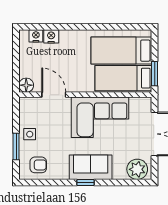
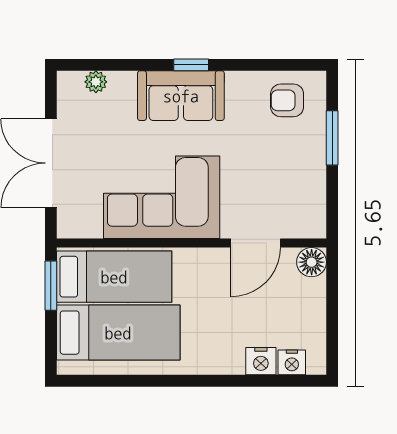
door: (54, 95) -> (256, 243), hinge flipped
side table: (30, 134) -> (304, 163), removed
plant: (137, 169) -> (96, 82), width x0.53, depth x0.53

